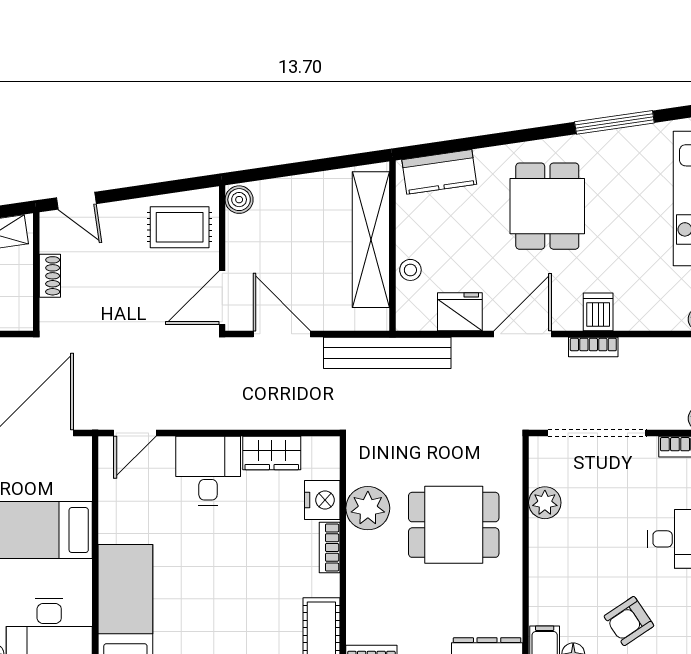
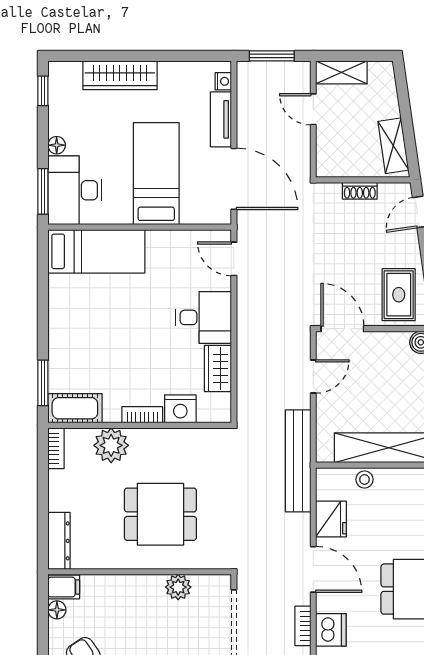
dishwasher: (598, 312) -> (331, 630), width x1.38
door: (282, 334) -> (313, 376), width x0.73
plant: (368, 508) -> (111, 445), moved
dining table: (454, 525) -> (160, 514), turned 90

